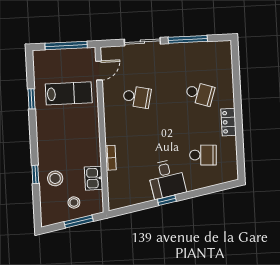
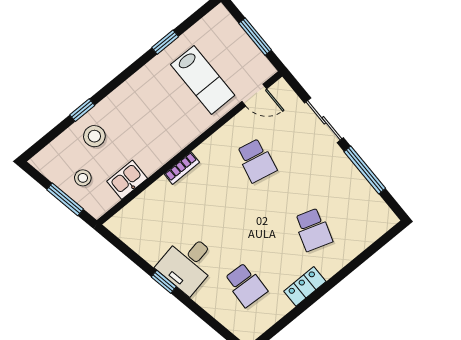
window: (66, 46) -> (255, 37), width x0.69
bookcase: (111, 158) -> (182, 168), moved

